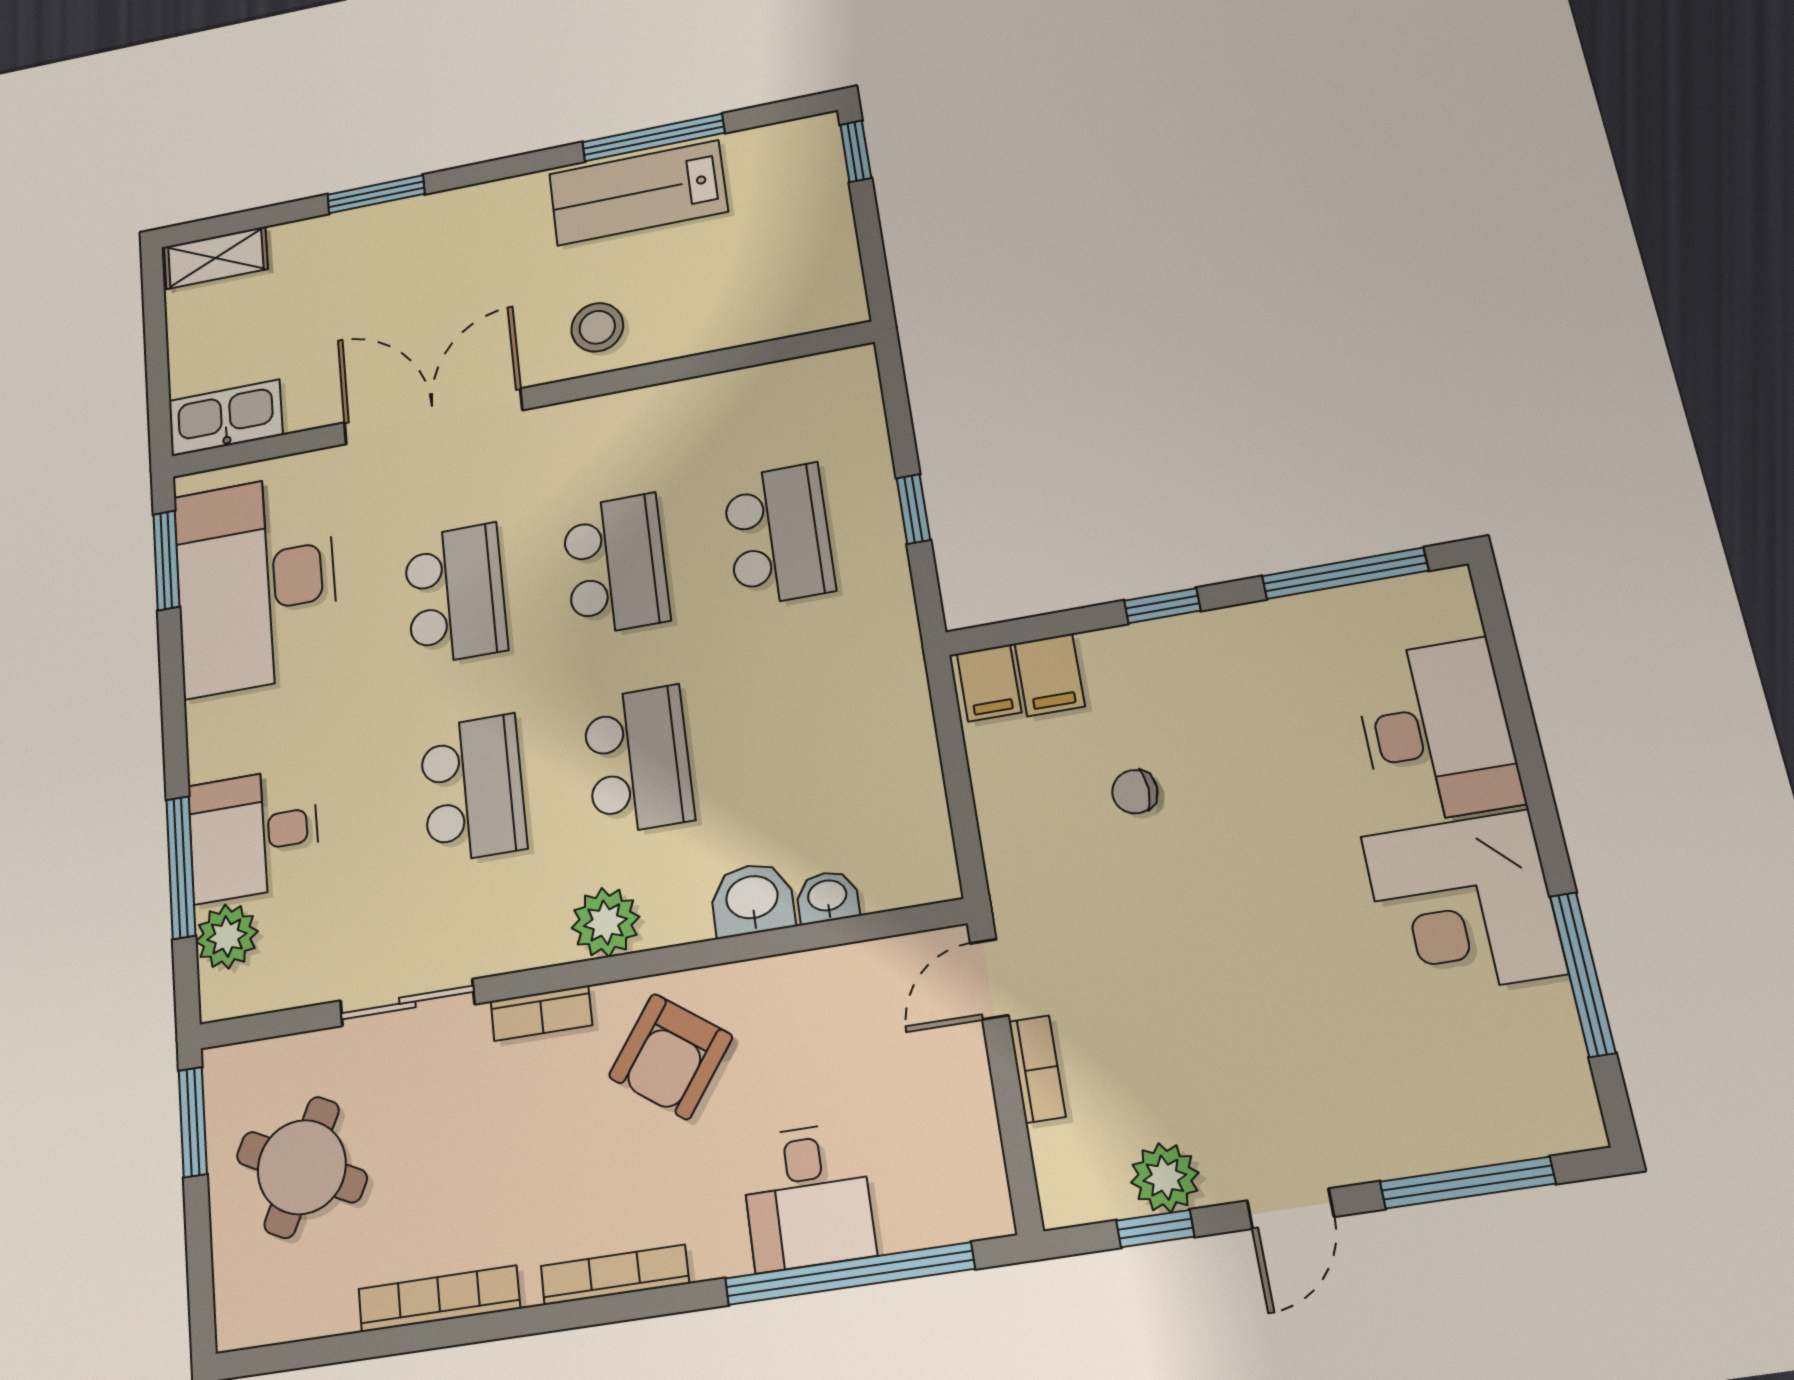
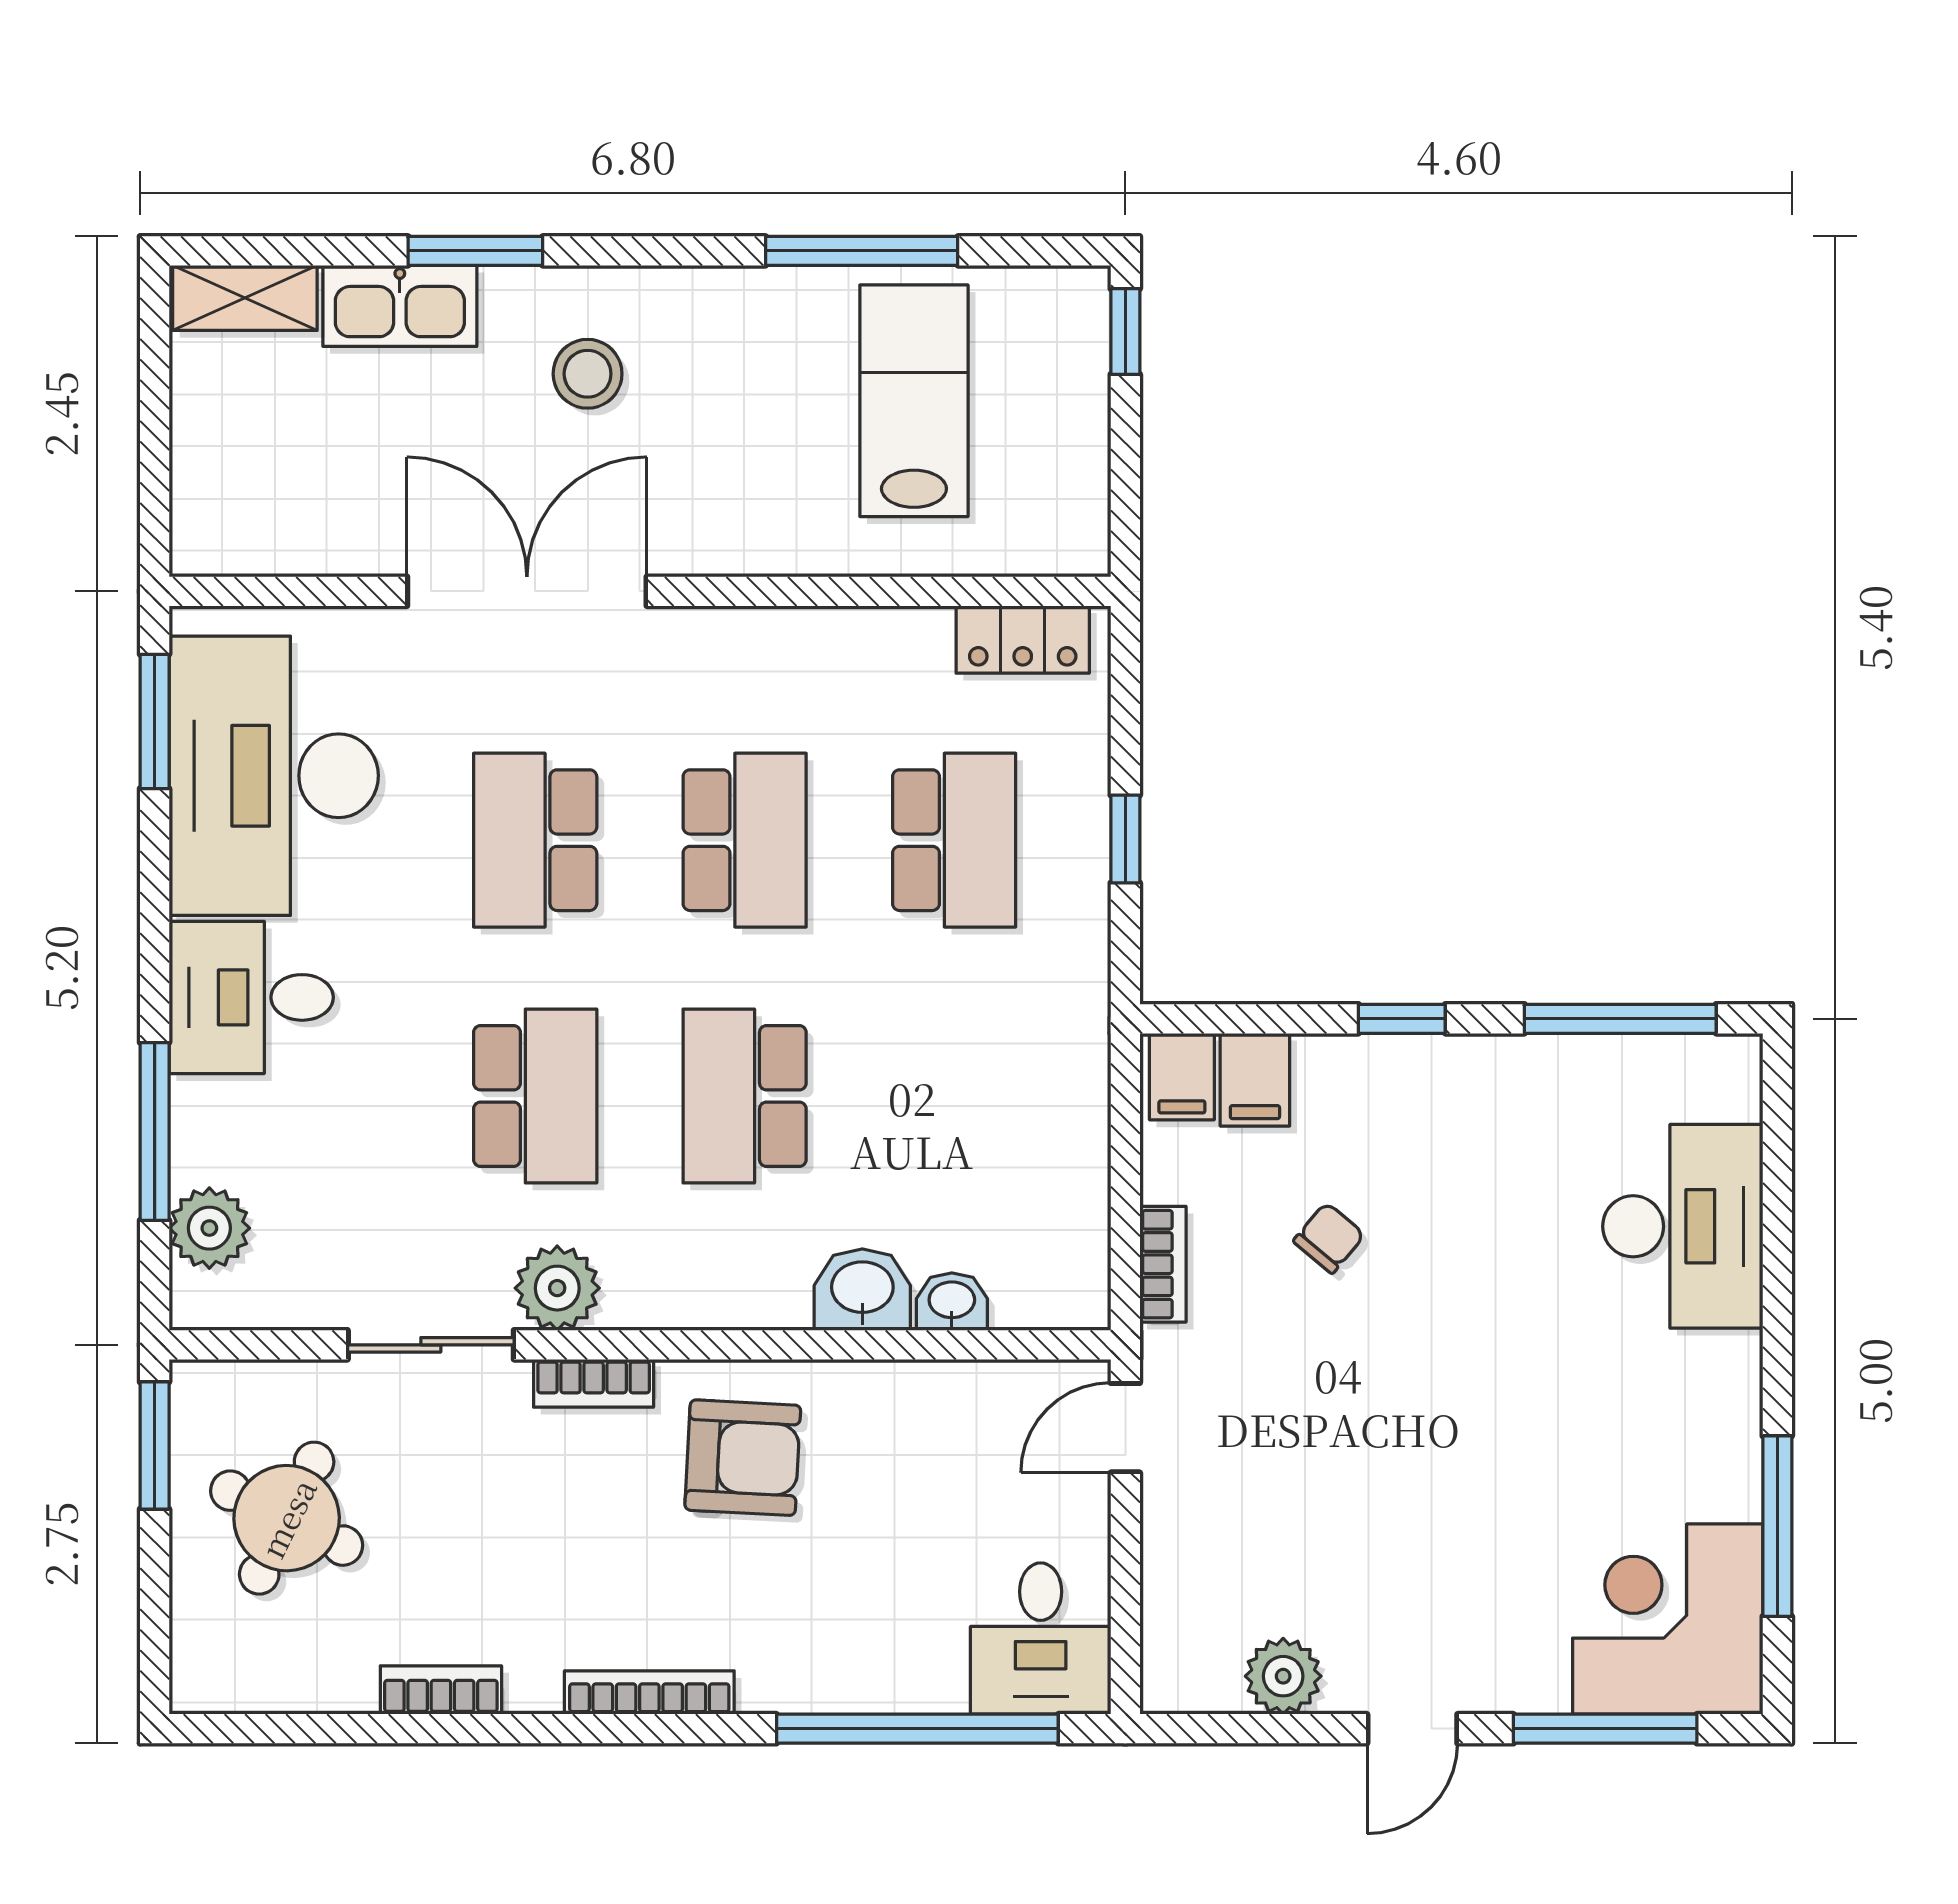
lab bench: (638, 193) -> (914, 401), moved, turned 90
stool: (597, 327) -> (588, 374), moved
locker: (811, 379) -> (1023, 640), added
kitchen sink: (226, 418) -> (400, 306), moved, turned 180
school desk: (455, 594) -> (535, 840), turned 180
school desk: (638, 760) -> (745, 1096), turned 180
chair: (1135, 792) -> (1329, 1238), turned 132
desk: (254, 834) -> (251, 997), moved
corner desk: (1463, 904) -> (1668, 1619), moved, turned 90
plant: (605, 922) -> (557, 1288), moved
armchair: (671, 1056) -> (743, 1458), turned -123
bookcase: (1037, 1069) -> (1163, 1264), moved
desk: (807, 1197) -> (1041, 1639), moved
window: (1155, 1229) -> (1263, 1729), removed
bookcase: (439, 1299) -> (441, 1690), width x0.64

